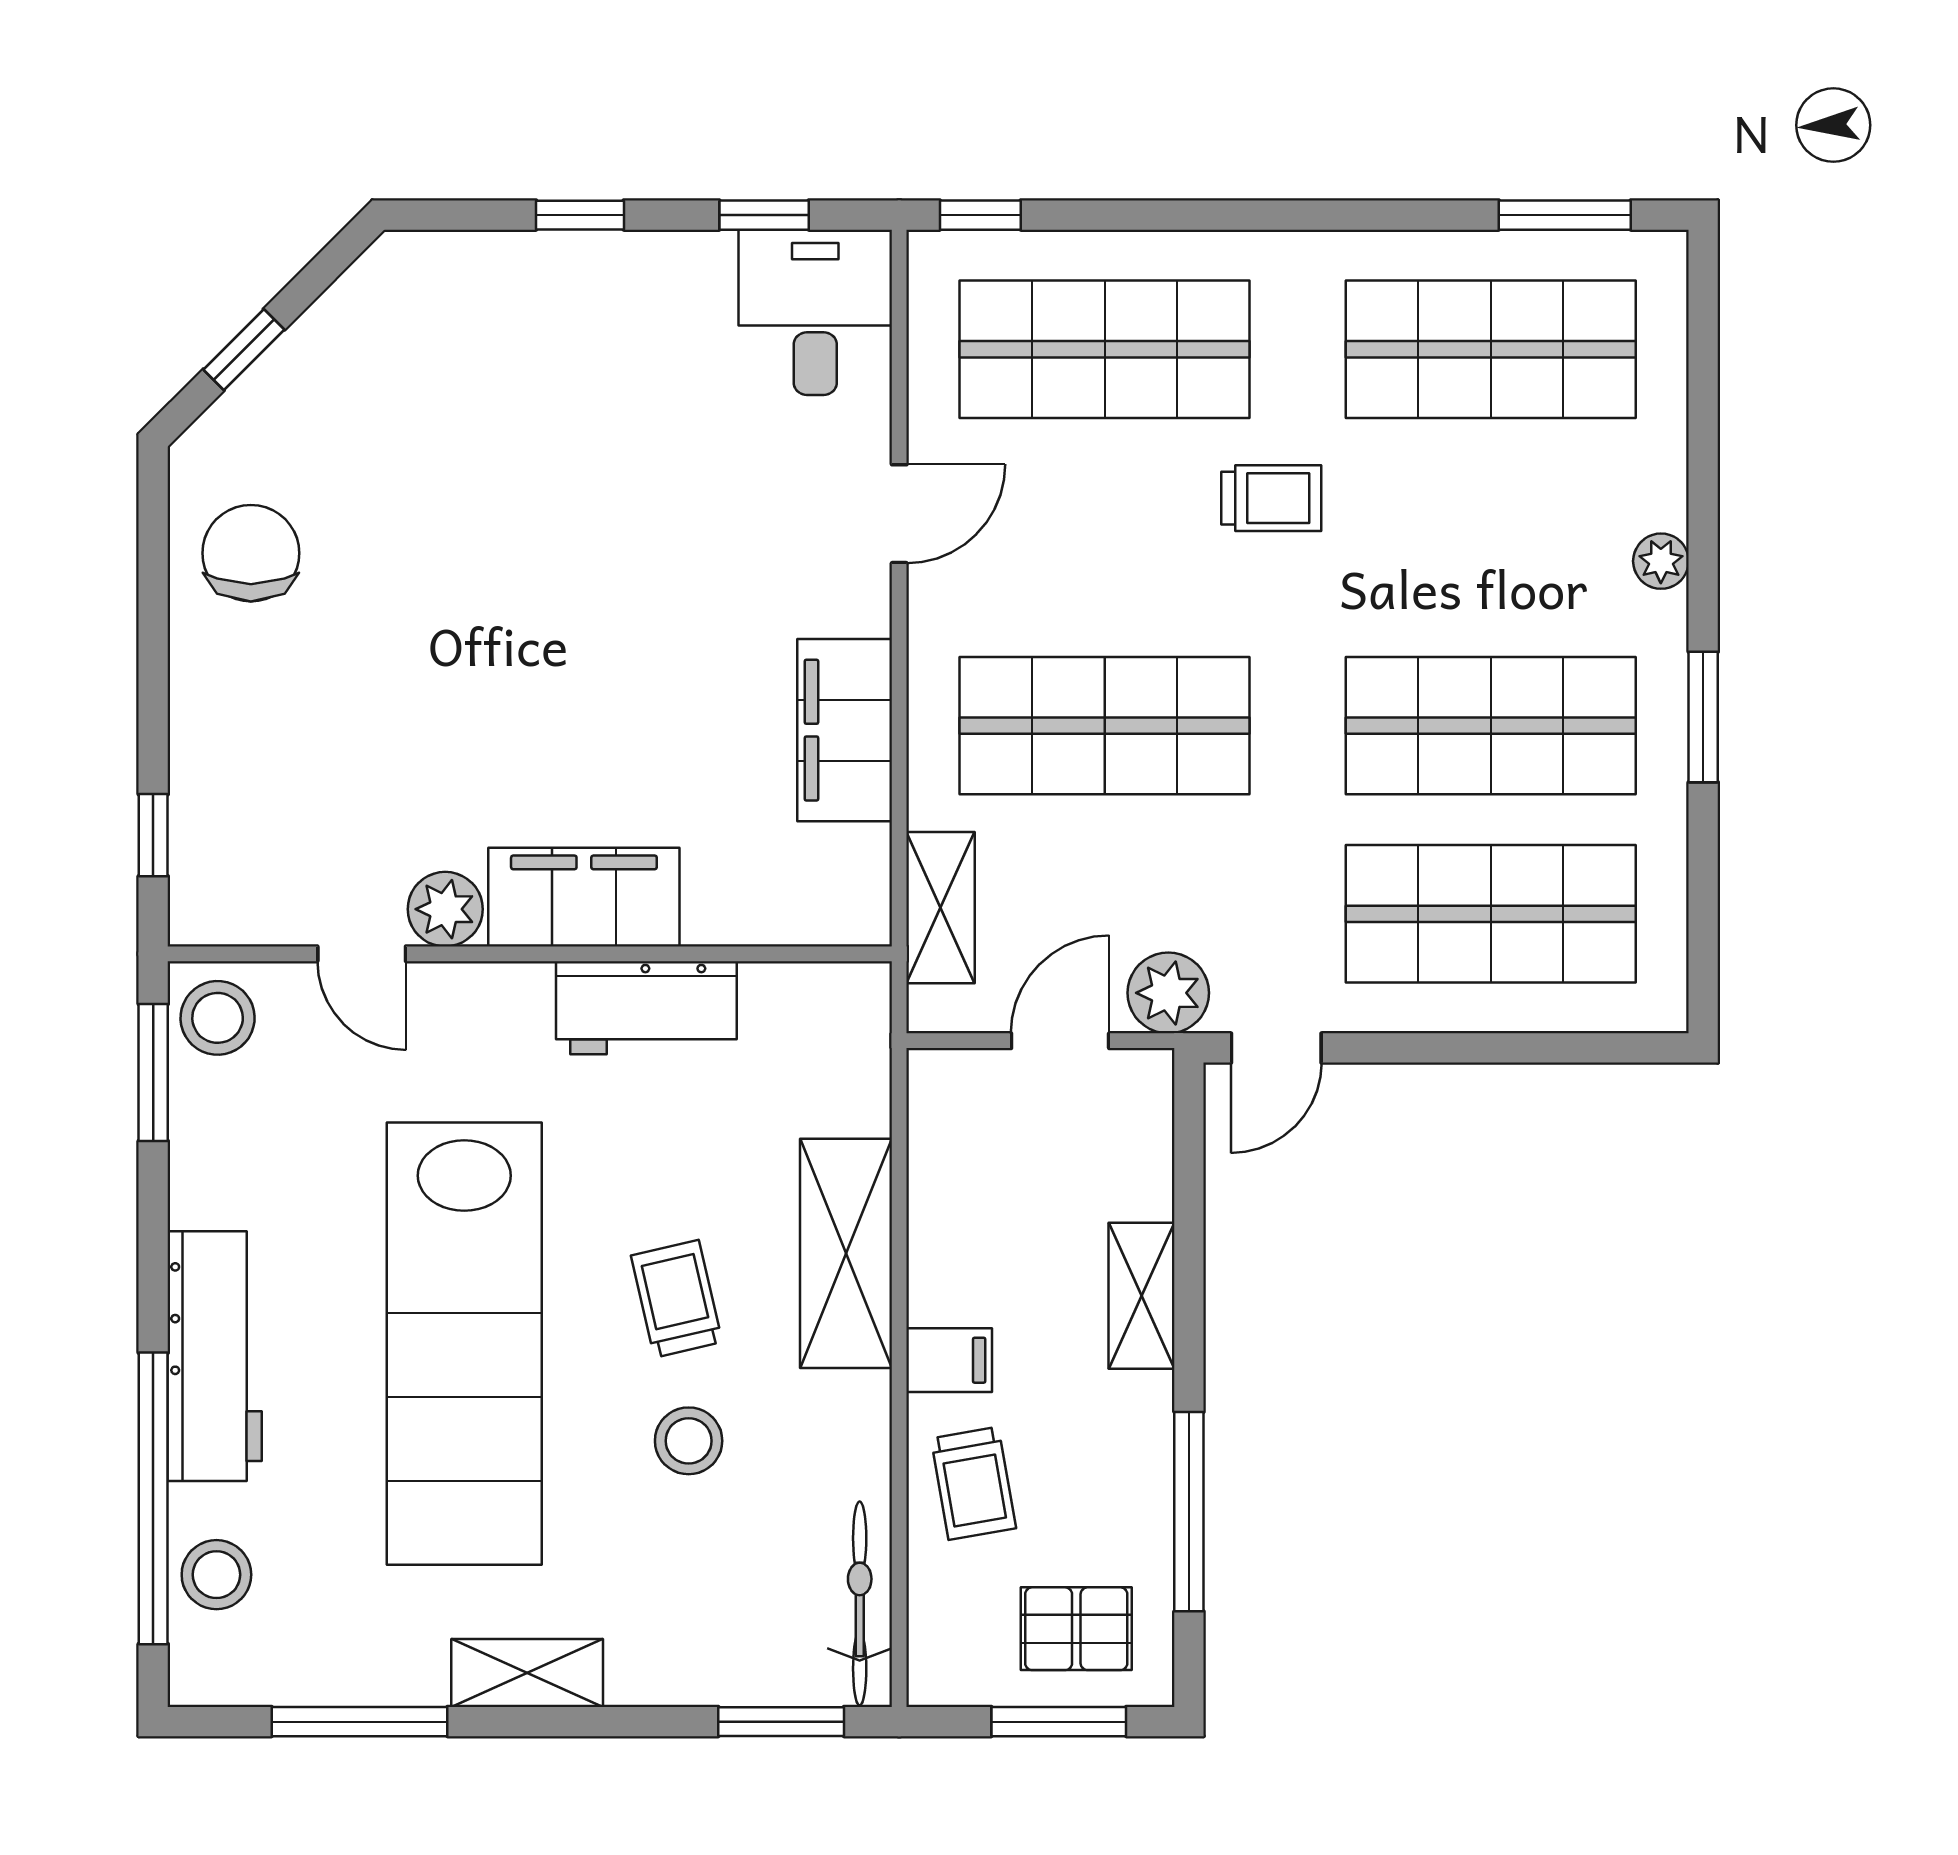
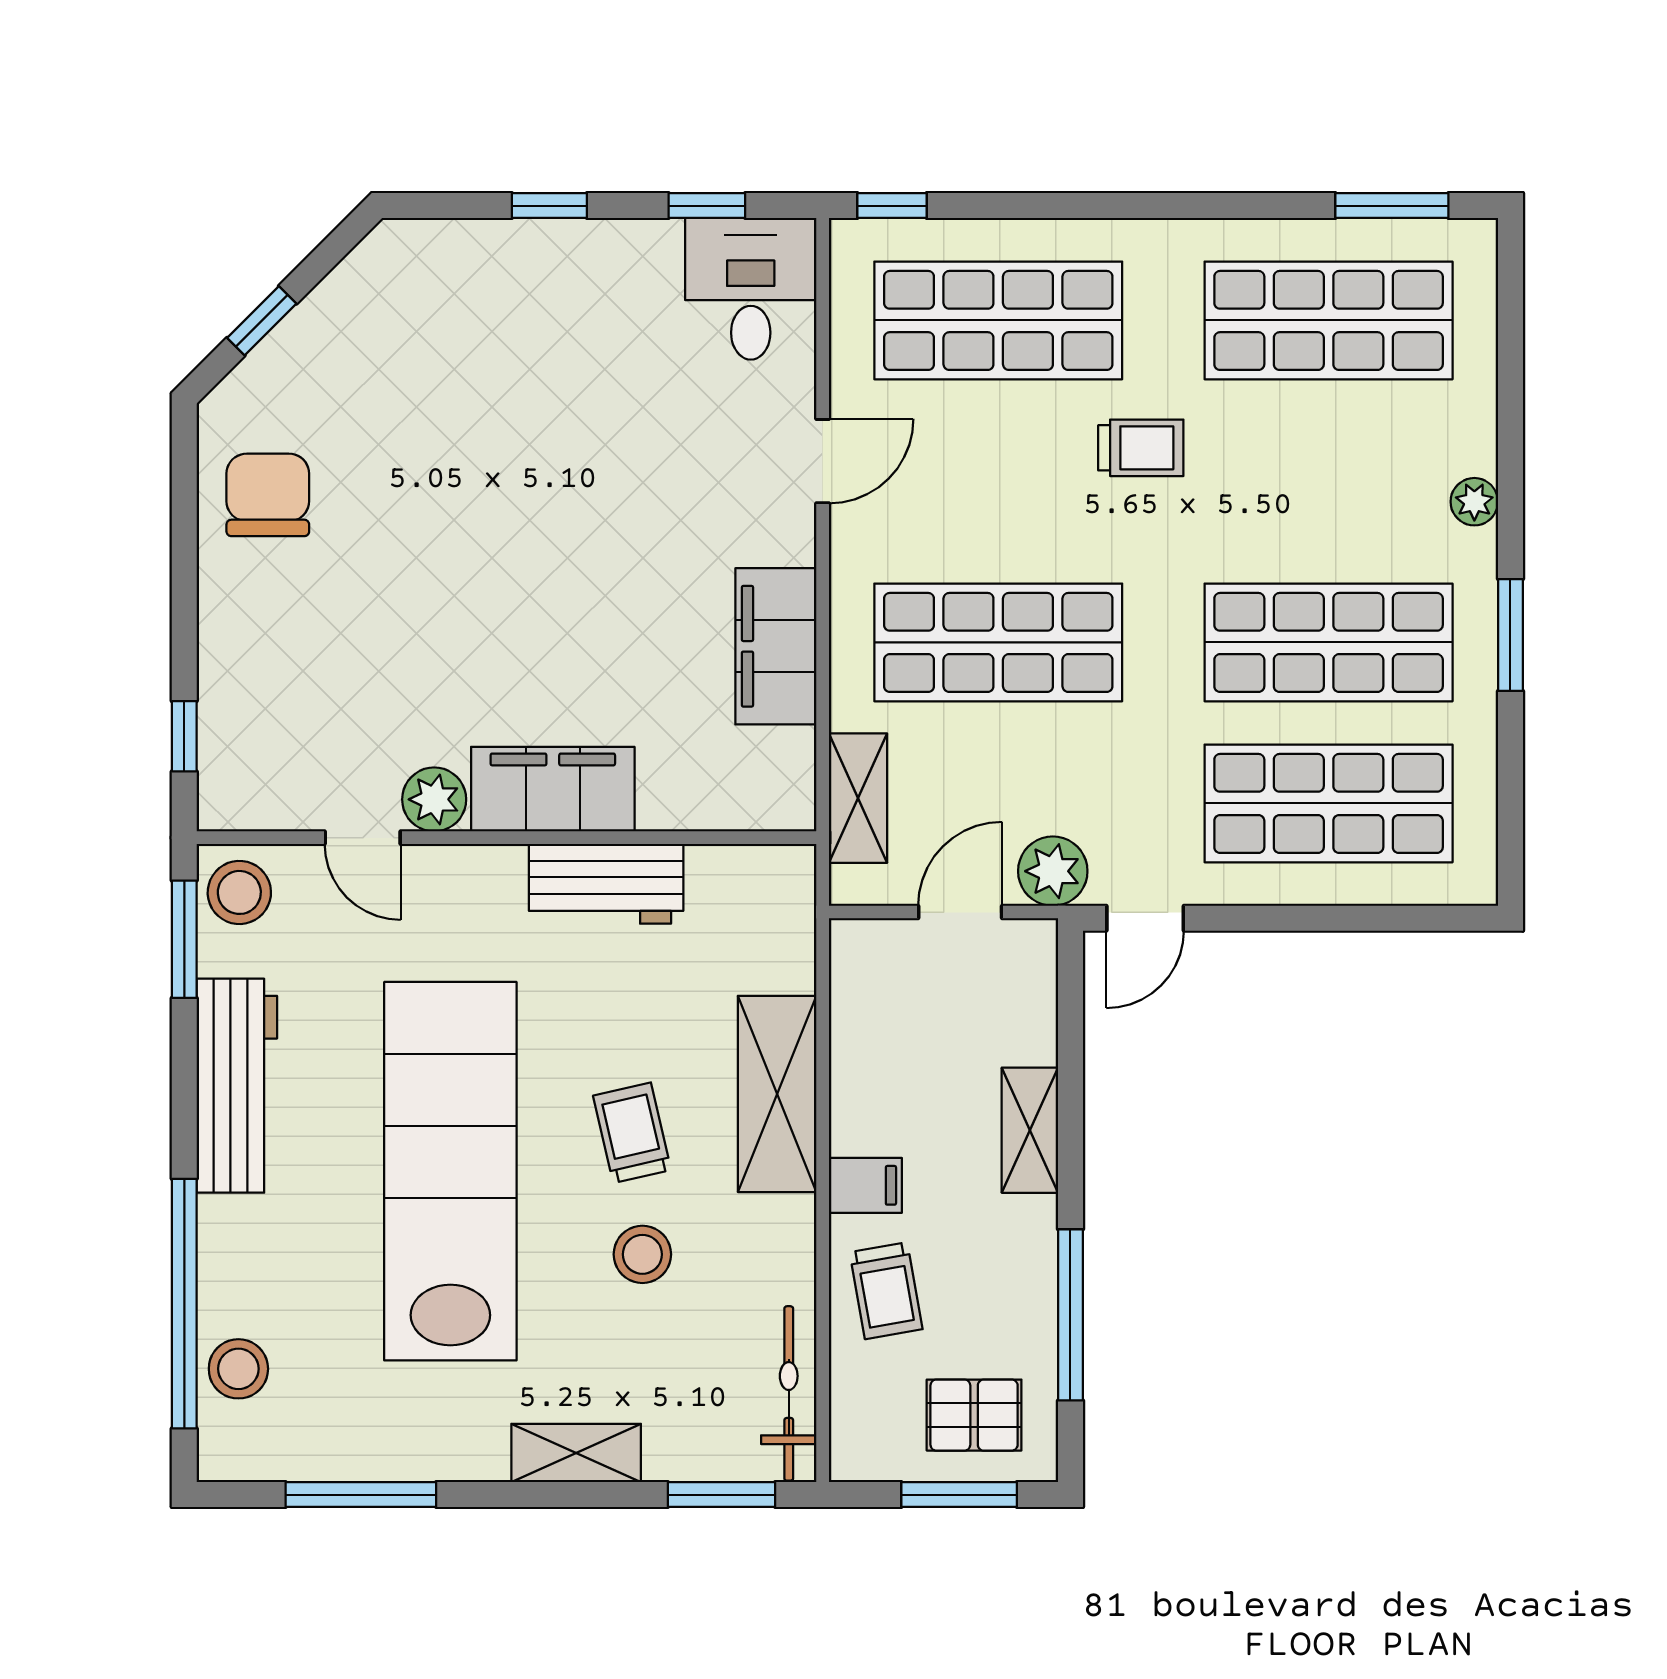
lab bench: (464, 1344) -> (450, 1171), turned 180
workbench: (215, 1356) -> (237, 1086), moved
shelving: (527, 1673) -> (576, 1453), moved

